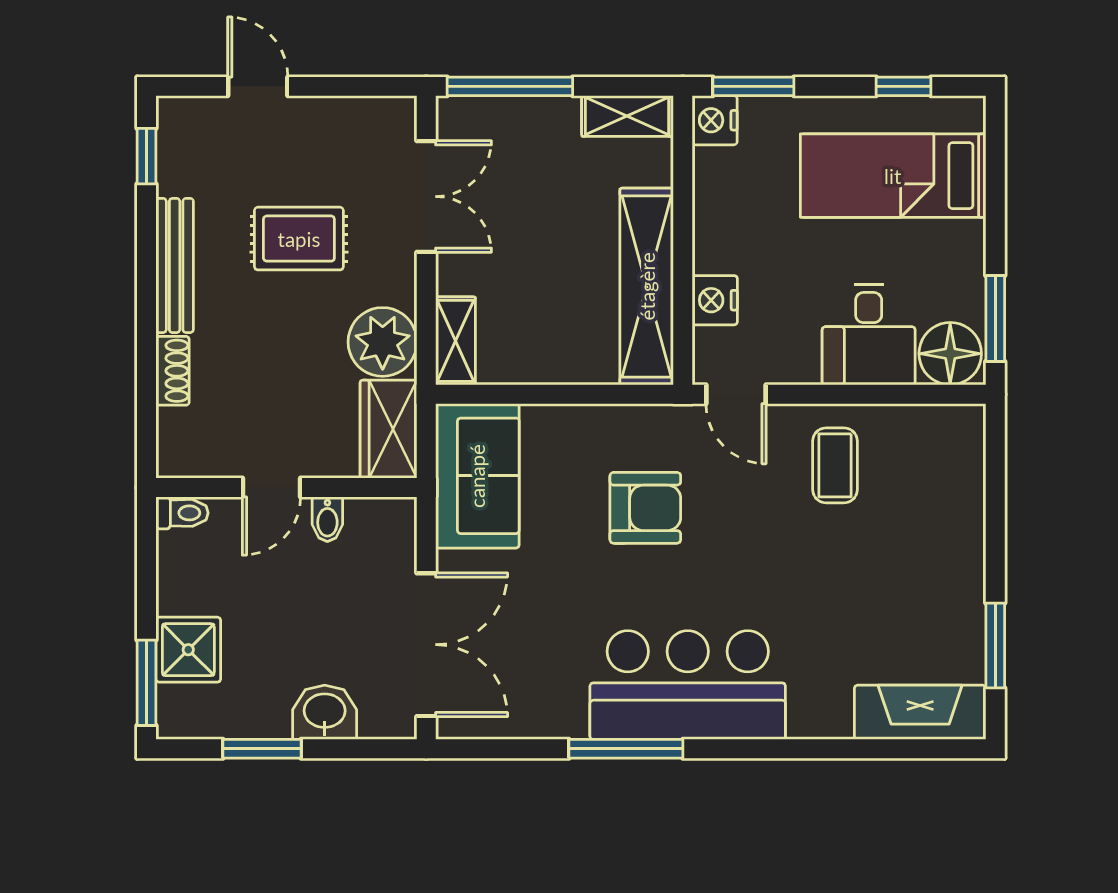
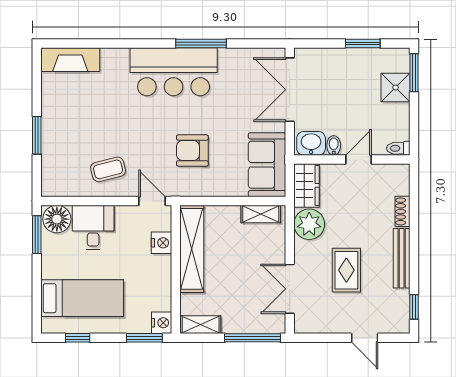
rug: (299, 239) -> (346, 270), turned 90
shelving: (455, 341) -> (261, 214), moved, turned 90
coffee table: (835, 465) -> (108, 169), turned 76
window: (995, 645) -> (37, 135), moved
washbasin: (325, 712) -> (311, 143), moved, turned 180

